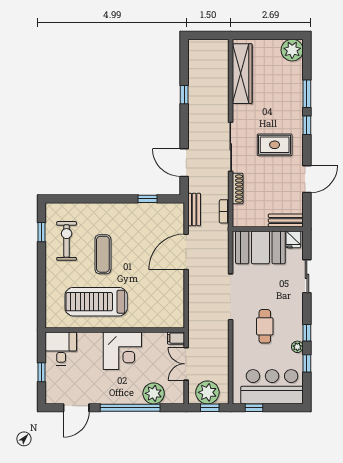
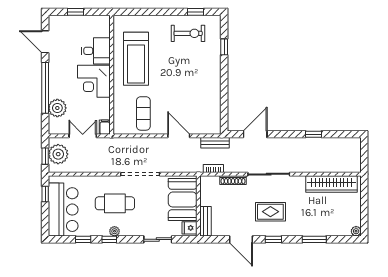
plant: (292, 50) -> (356, 231), width x0.53, depth x0.53
window: (307, 125) -> (273, 239), moved
rug: (275, 145) -> (270, 212), turned 90
window: (147, 199) -> (224, 47), moved
door: (186, 252) -> (179, 136), width x0.73
exercise mat: (103, 254) -> (143, 113), moved, turned 90
treadmill: (96, 302) -> (136, 59), turned 180
cafe table: (265, 326) -> (115, 203), width x1.37, depth x1.35
plant: (297, 347) -> (114, 231), moved
desk: (61, 348) -> (96, 51), moved

